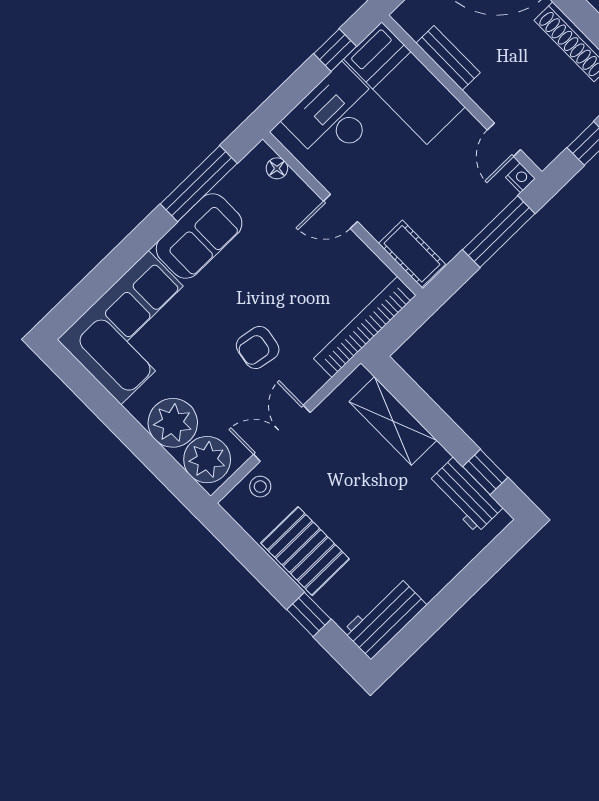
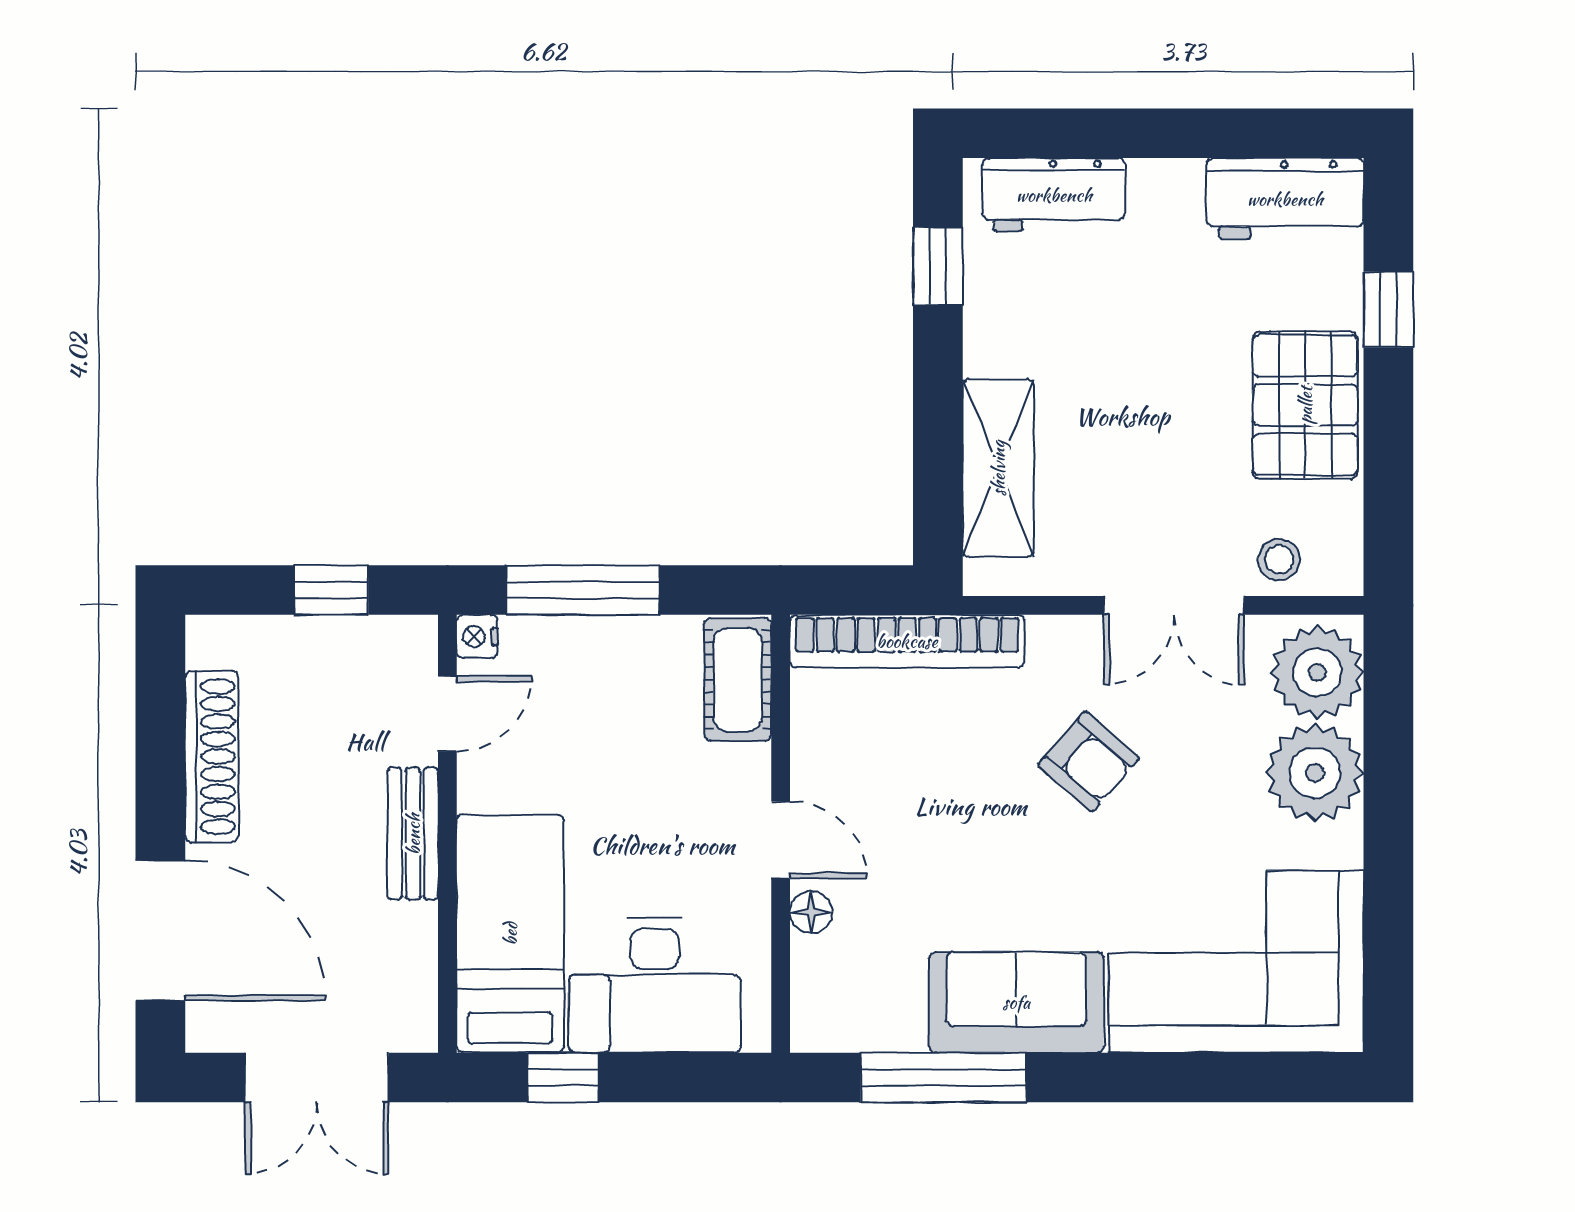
bench: (448, 58) -> (413, 834), moved
floor lamp: (277, 168) -> (811, 912), moved
armchair: (258, 347) -> (1089, 762), turned 31
workbench: (465, 495) -> (1054, 195), moved, turned 90

